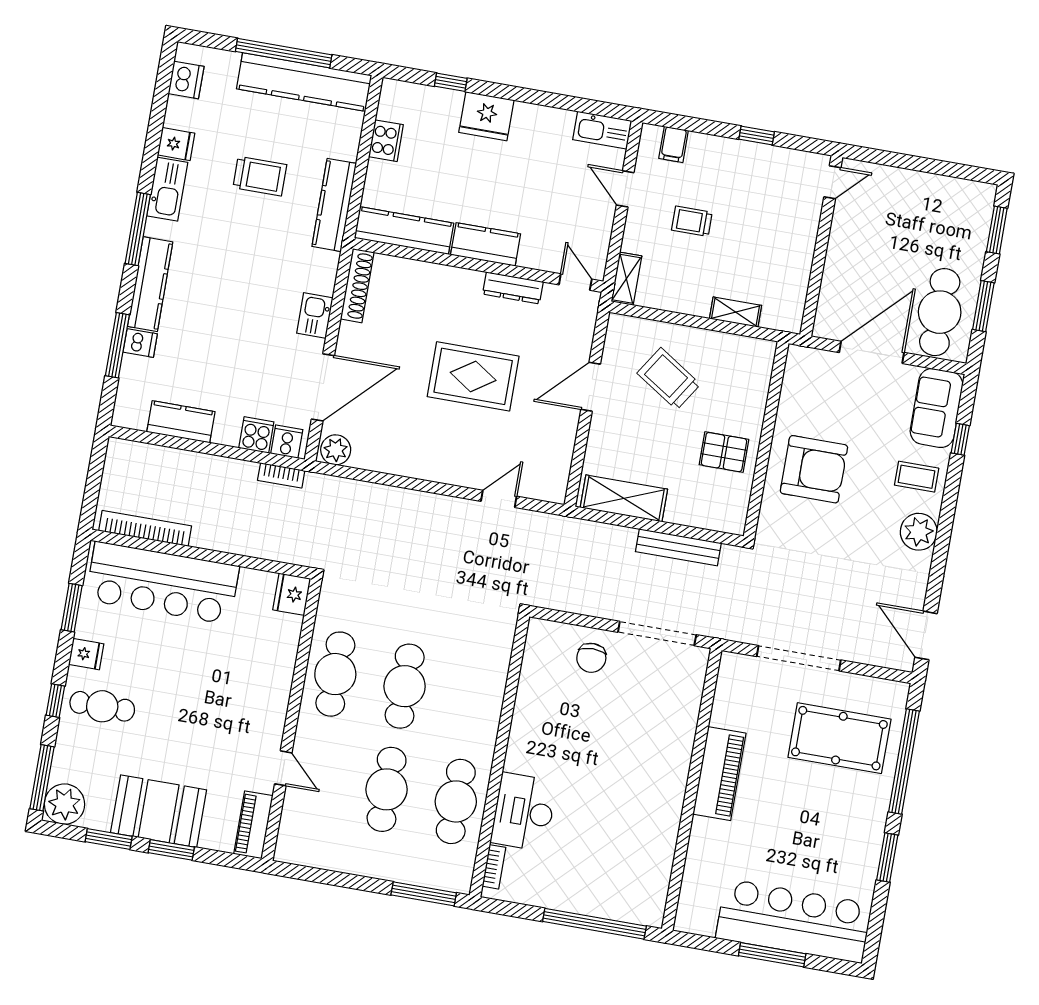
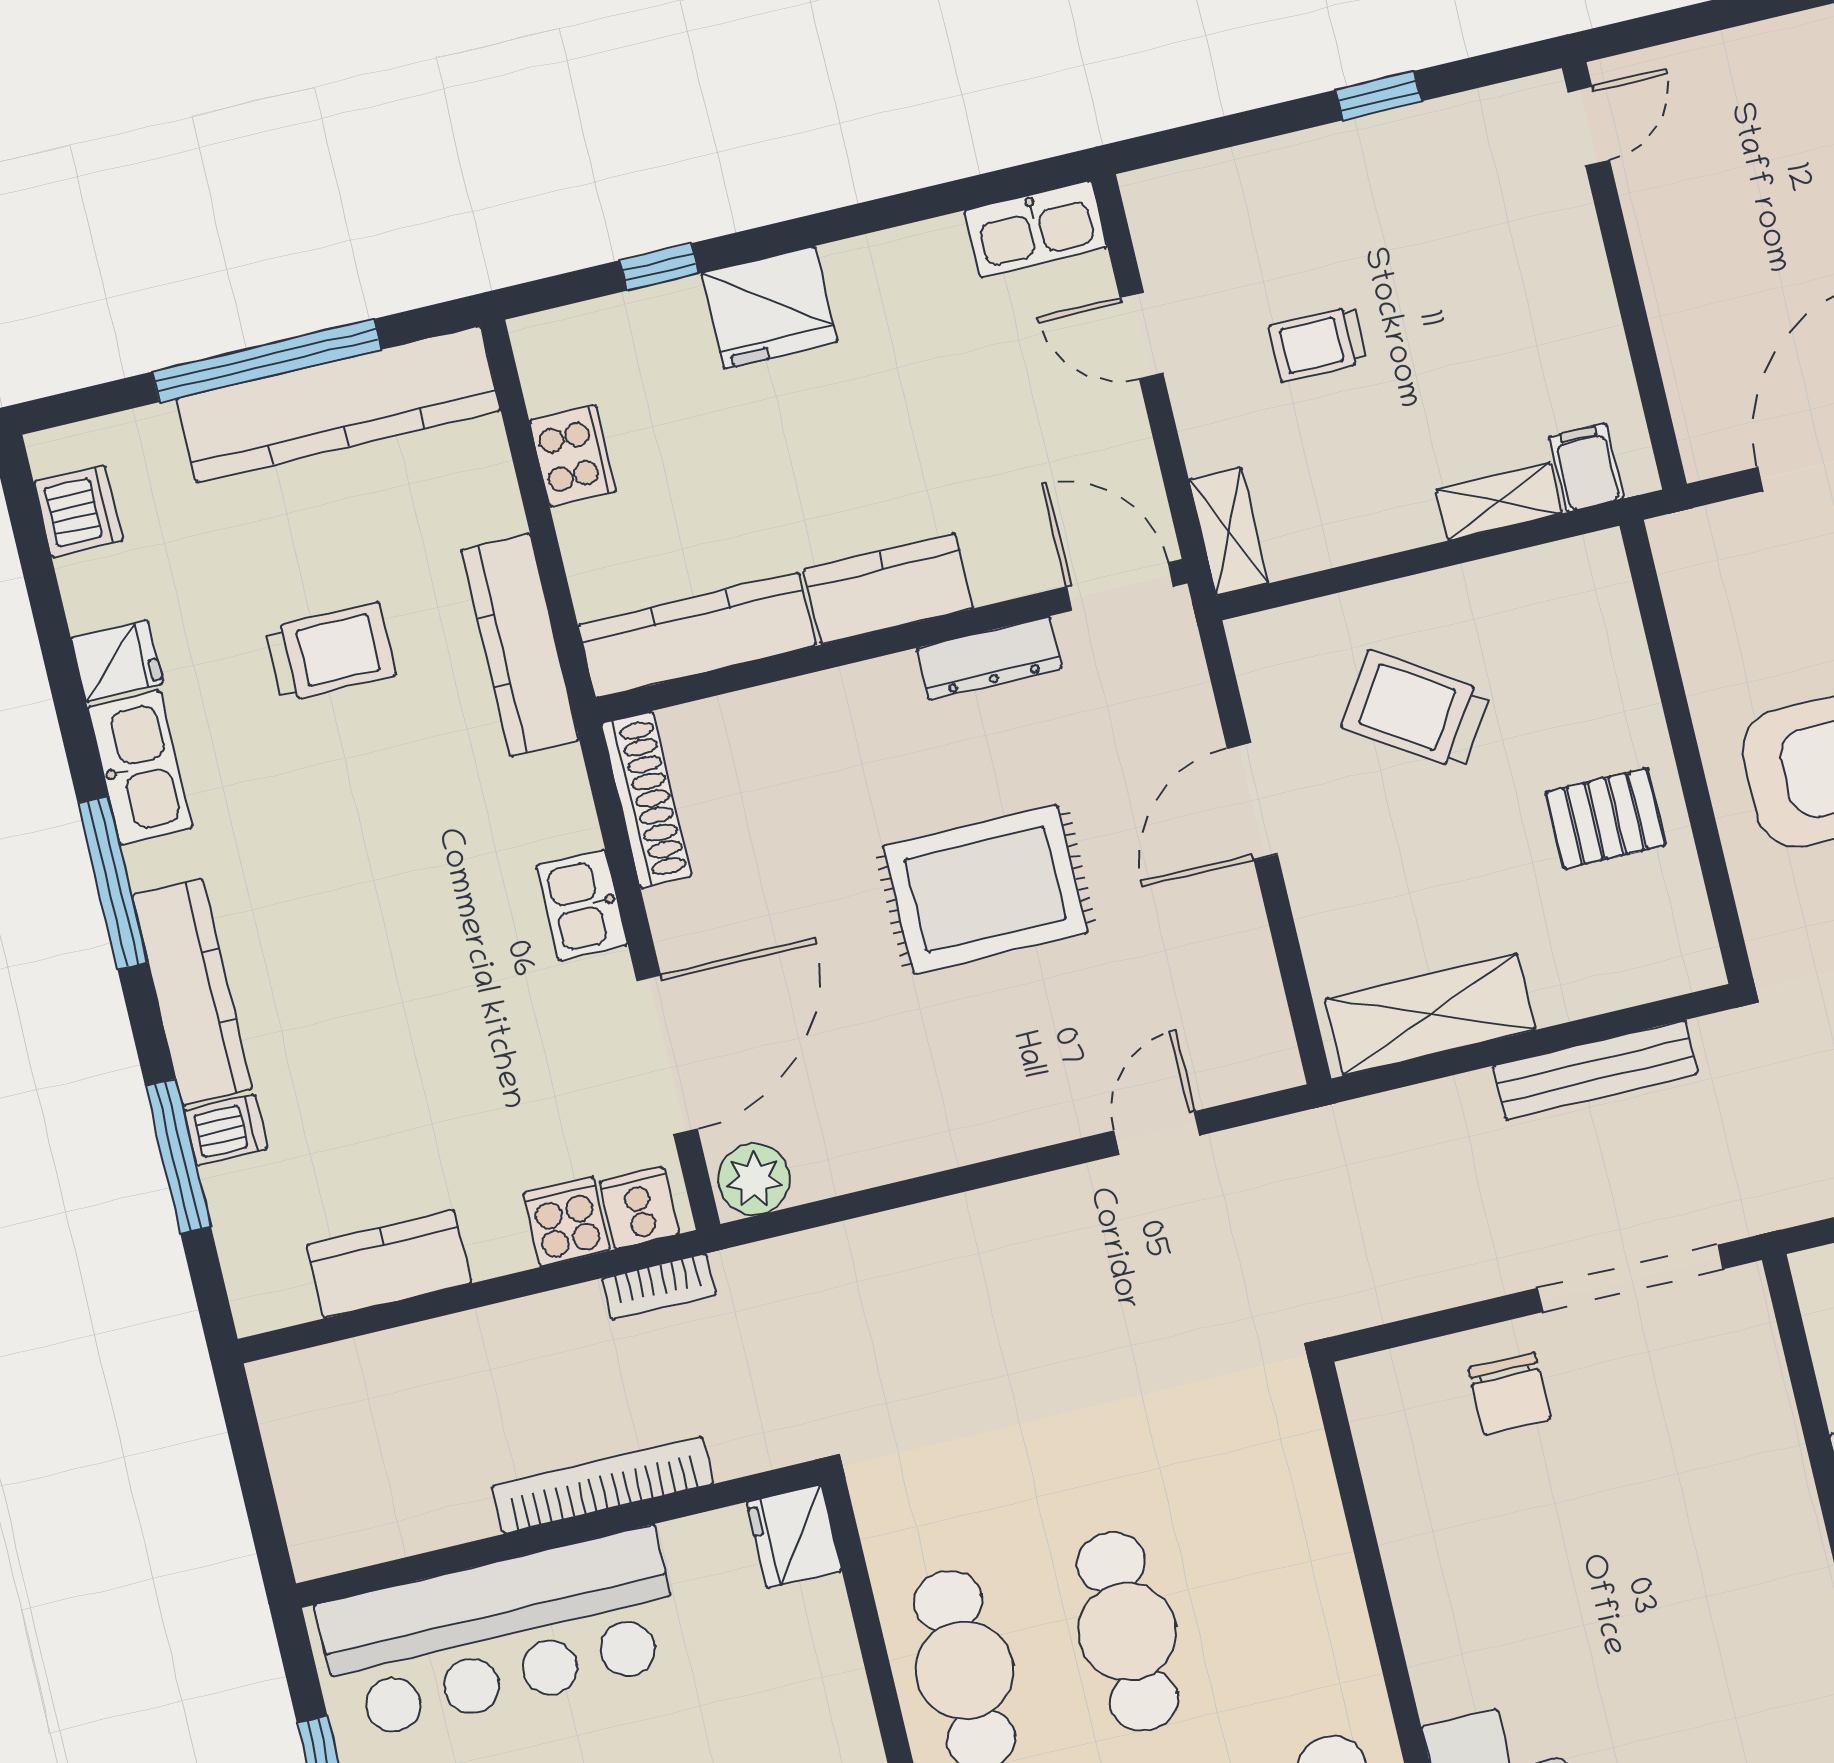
filing cabinet: (674, 144) -> (1586, 468), moved, turned 180
door: (575, 282) -> (1120, 586), width x1.38
bookcase: (145, 528) -> (603, 1485), moved

